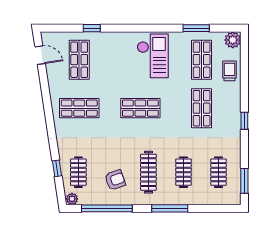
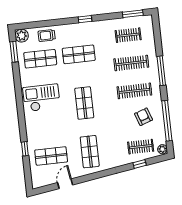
window: (196, 28) -> (14, 52), moved
door: (40, 55) -> (65, 184), moved
clothes rail: (183, 172) -> (131, 63), width x1.36

